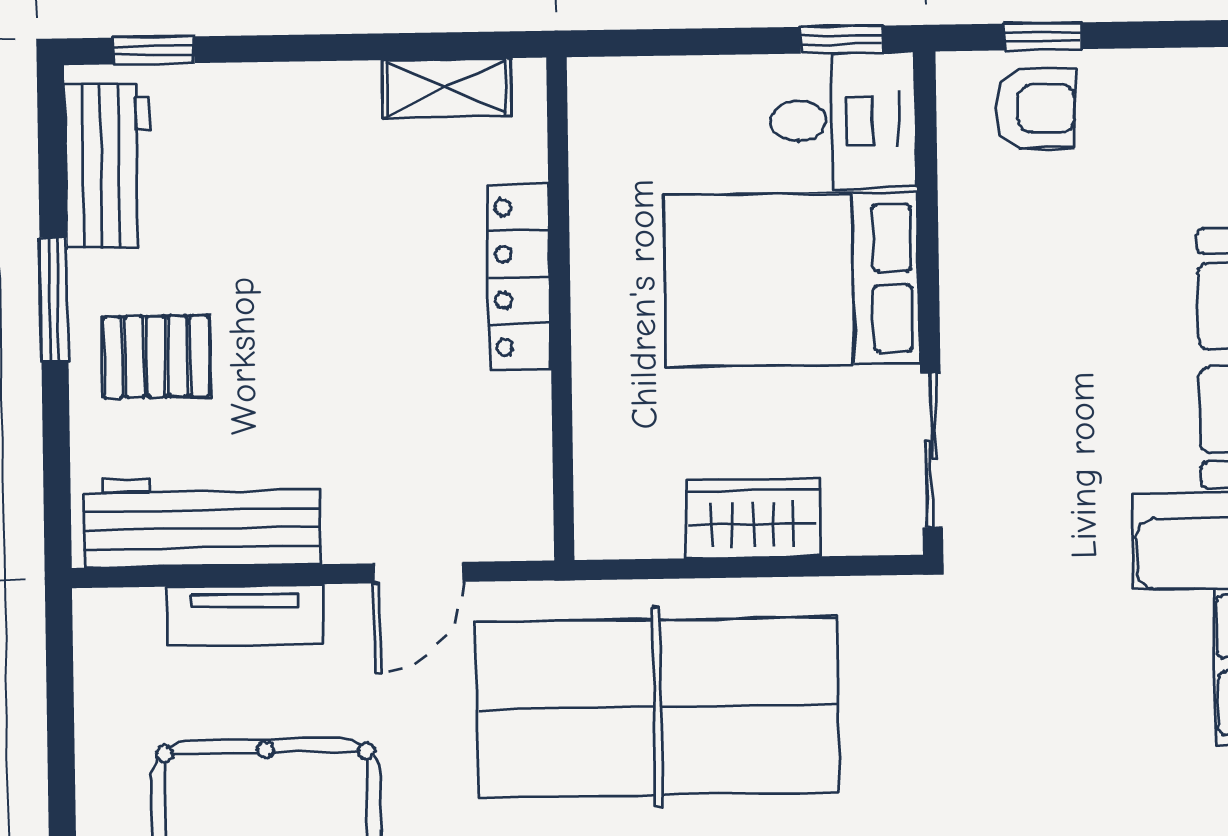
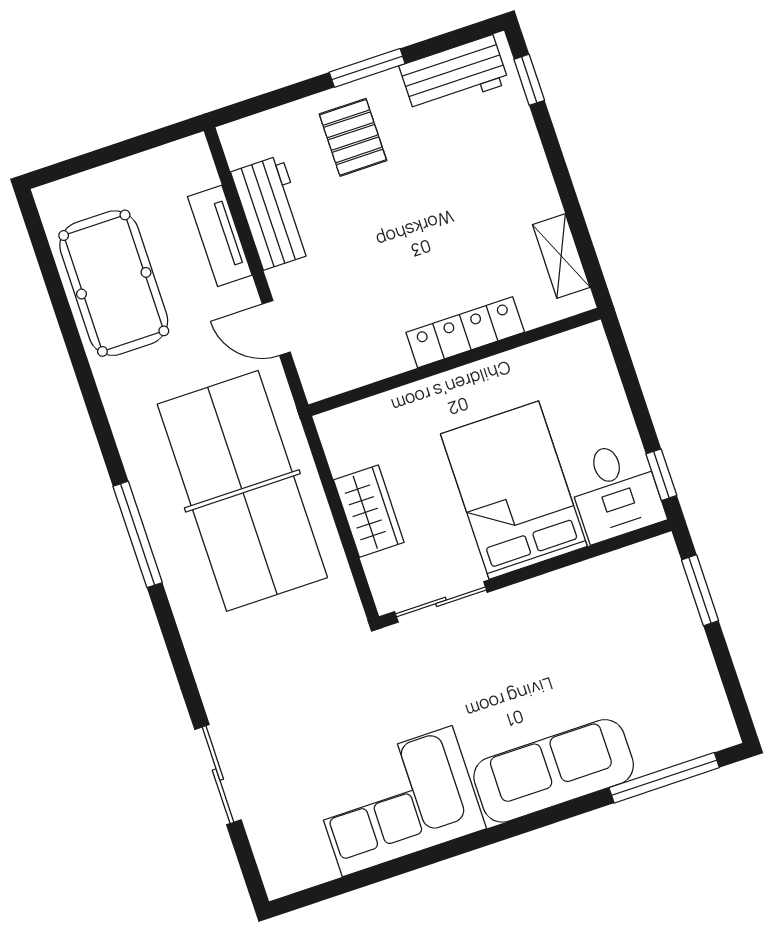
window: (1043, 36) -> (700, 590), width x1.50
armchair: (1035, 108) -> (657, 599), removed
workbench: (202, 522) -> (272, 213), width x0.73

